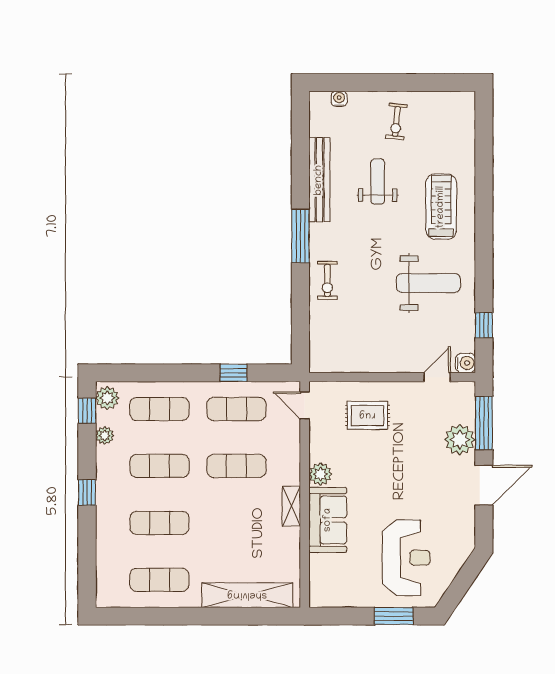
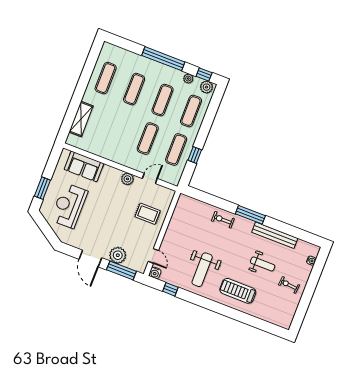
treadmill: (441, 207) -> (238, 291), turned 180
door: (305, 405) -> (150, 179), moved
rug: (367, 415) -> (148, 214), turned 90
window: (87, 492) -> (163, 59), width x3.17
shelving: (291, 506) -> (117, 158), removed
sofa: (328, 520) -> (84, 166), moved
reception desk: (406, 558) -> (69, 206), turned 90
shelving: (247, 595) -> (81, 119), width x0.68

